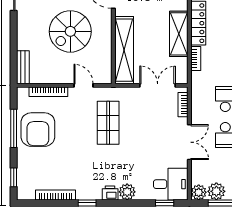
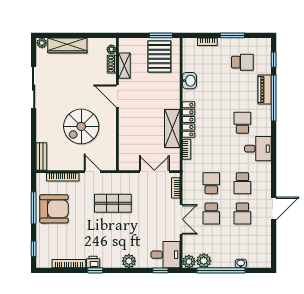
shelving: (124, 50) -> (126, 142), removed
shop shelf: (108, 123) -> (113, 203), turned 90
armchair: (38, 130) -> (54, 209), turned -90
printer: (110, 193) -> (93, 262), moved

